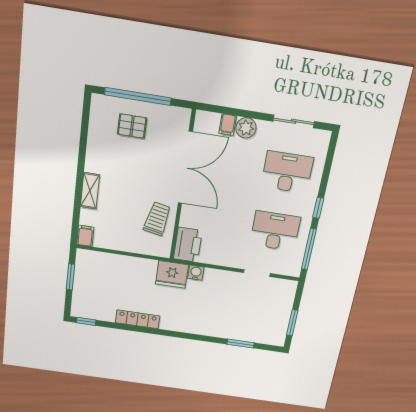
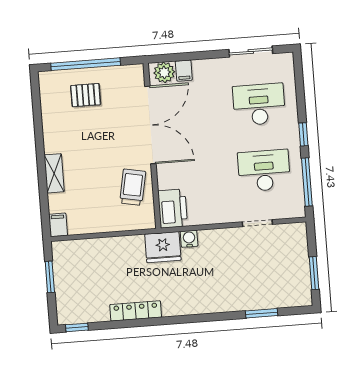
plant: (246, 128) -> (164, 72), moved

